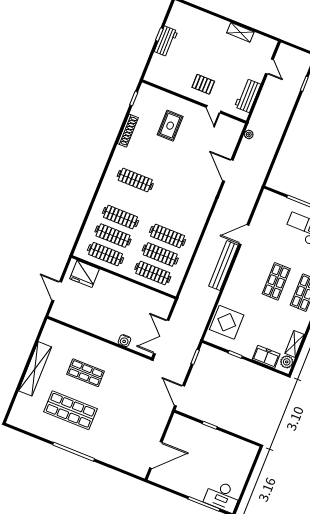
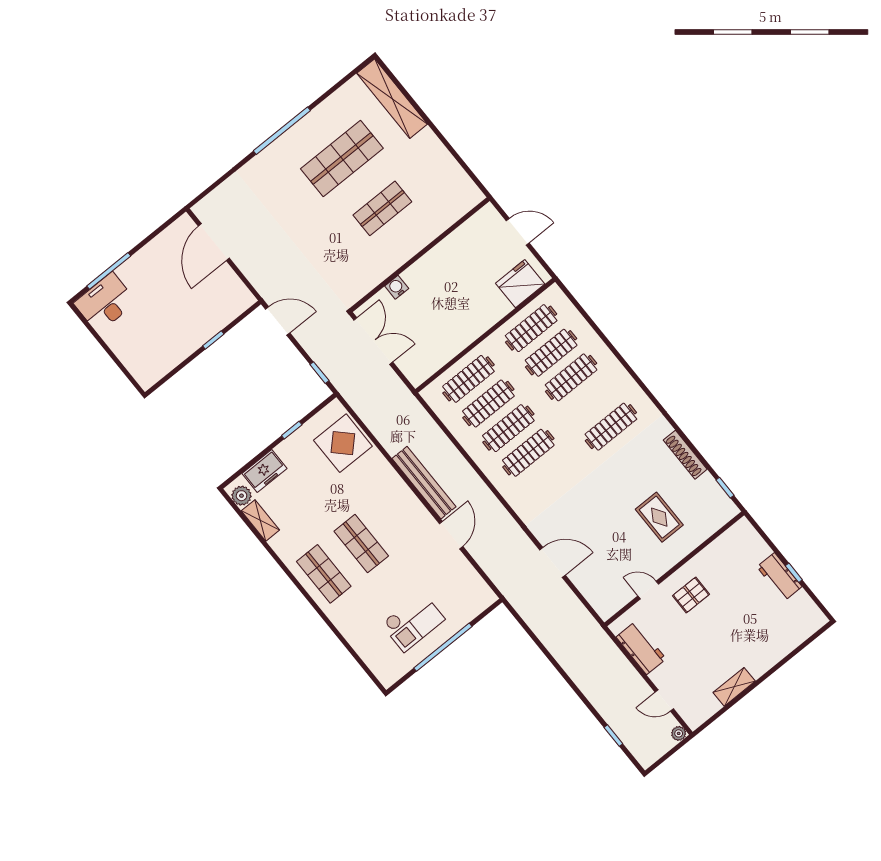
plant: (249, 134) -> (679, 733), moved
clothes rail: (175, 217) -> (528, 453), added
shelving: (35, 369) -> (392, 99), moved

